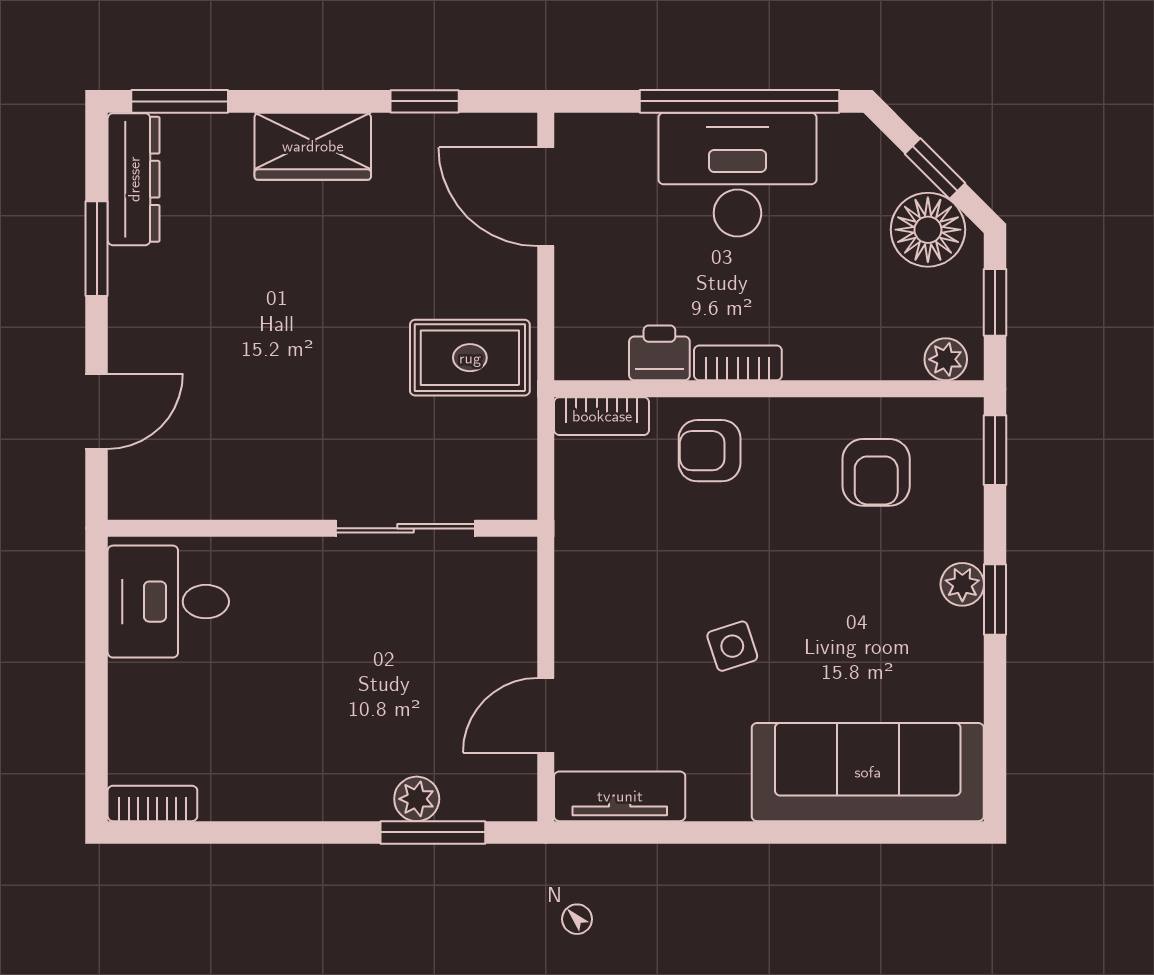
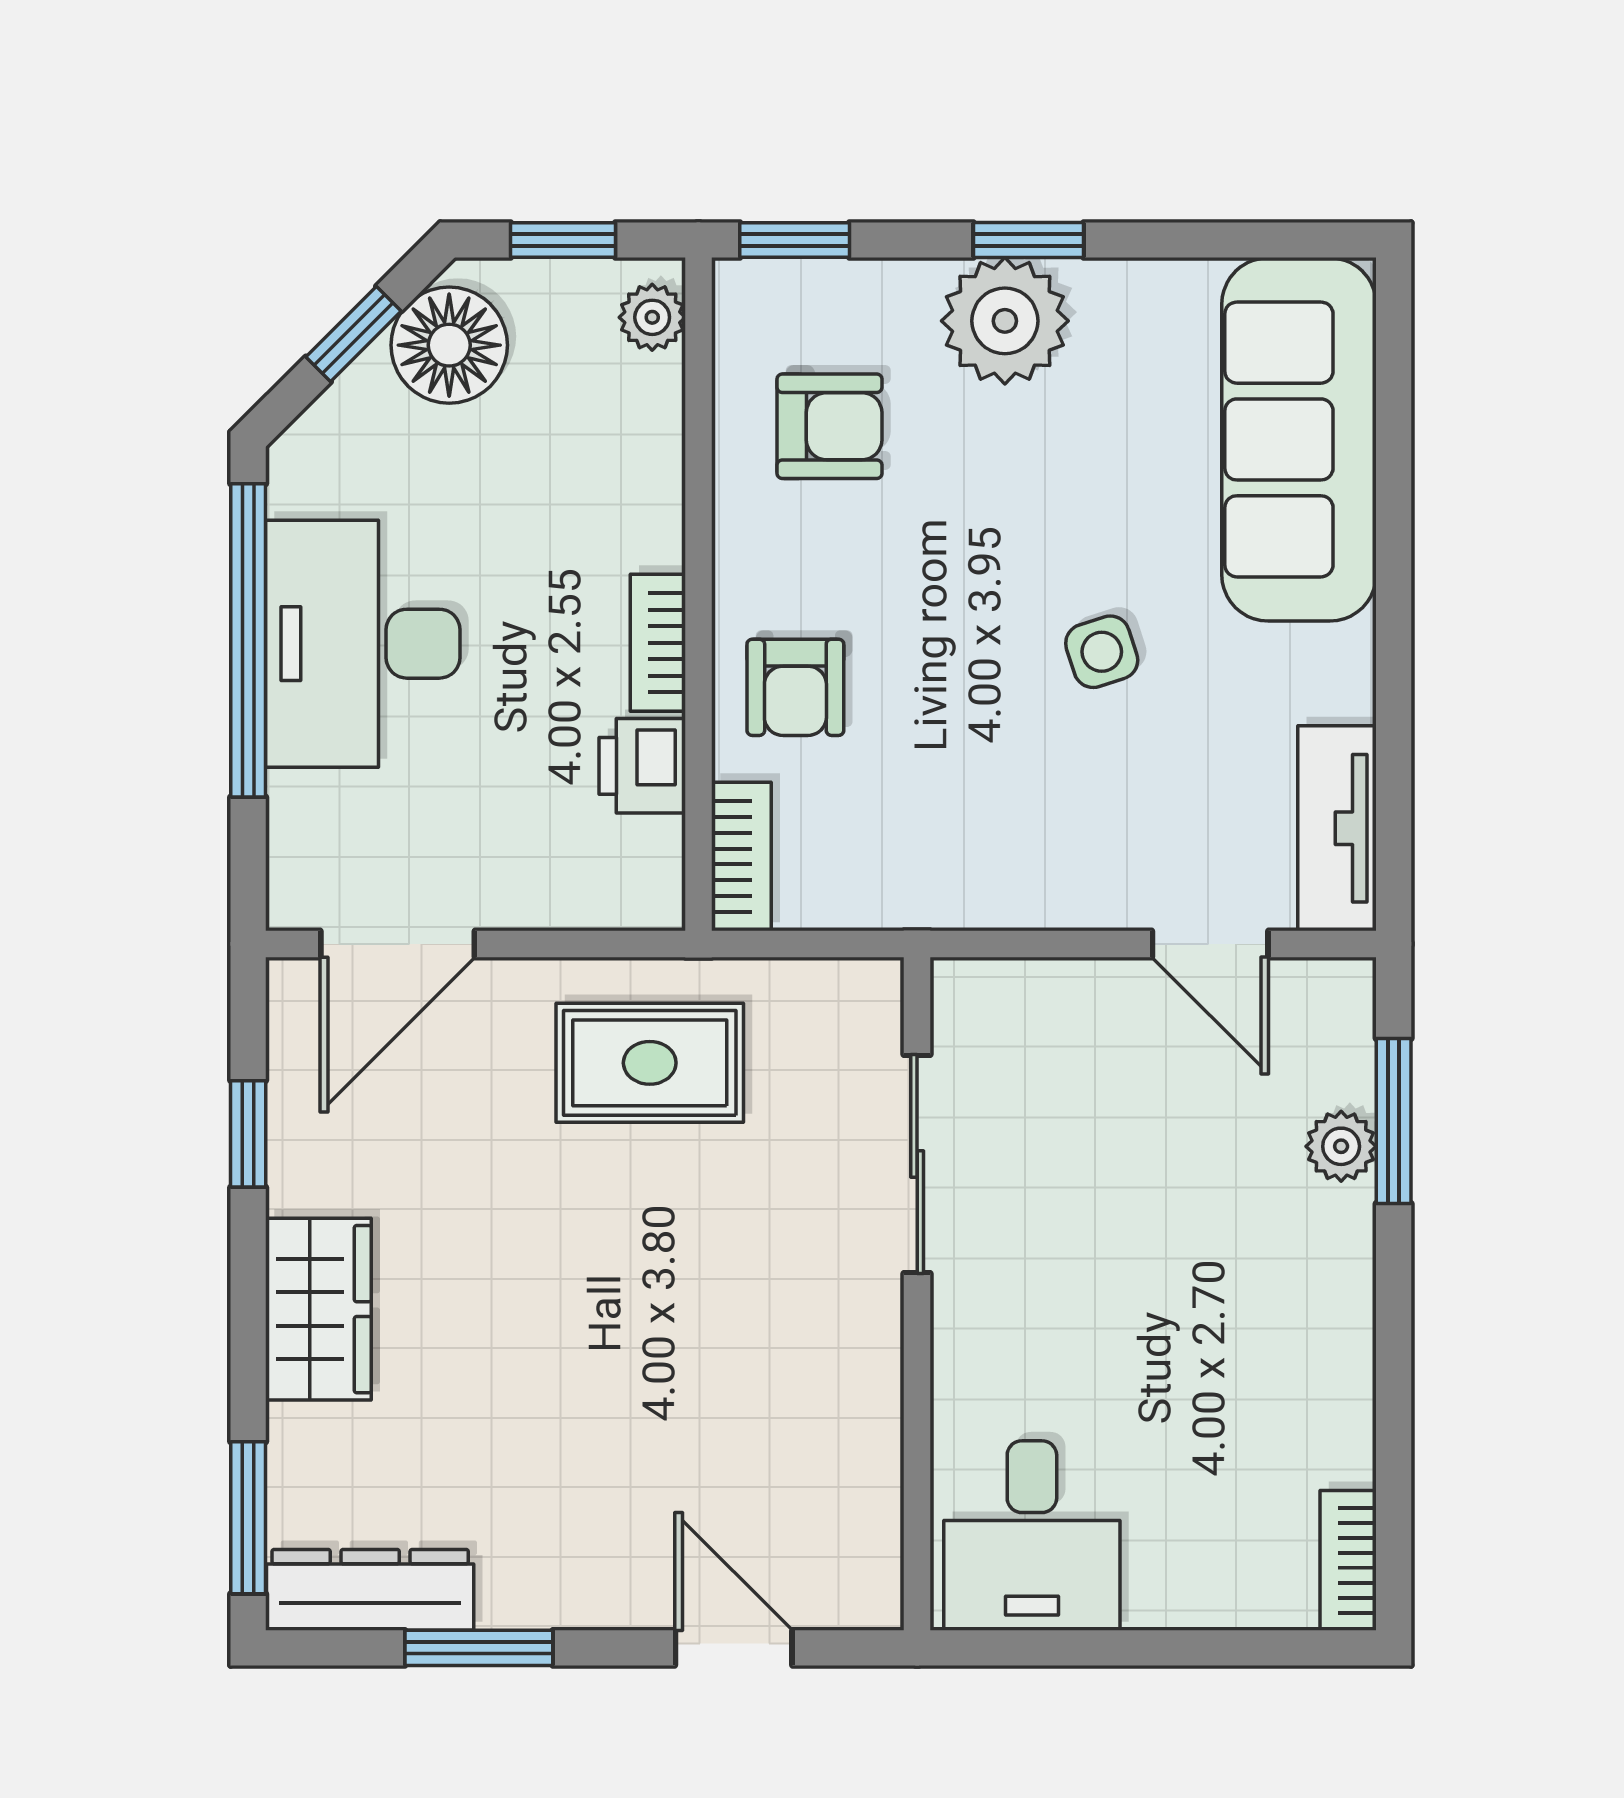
rug: (470, 358) -> (650, 1063), turned 90
plant: (962, 584) -> (1005, 321), width x1.88, depth x1.88

